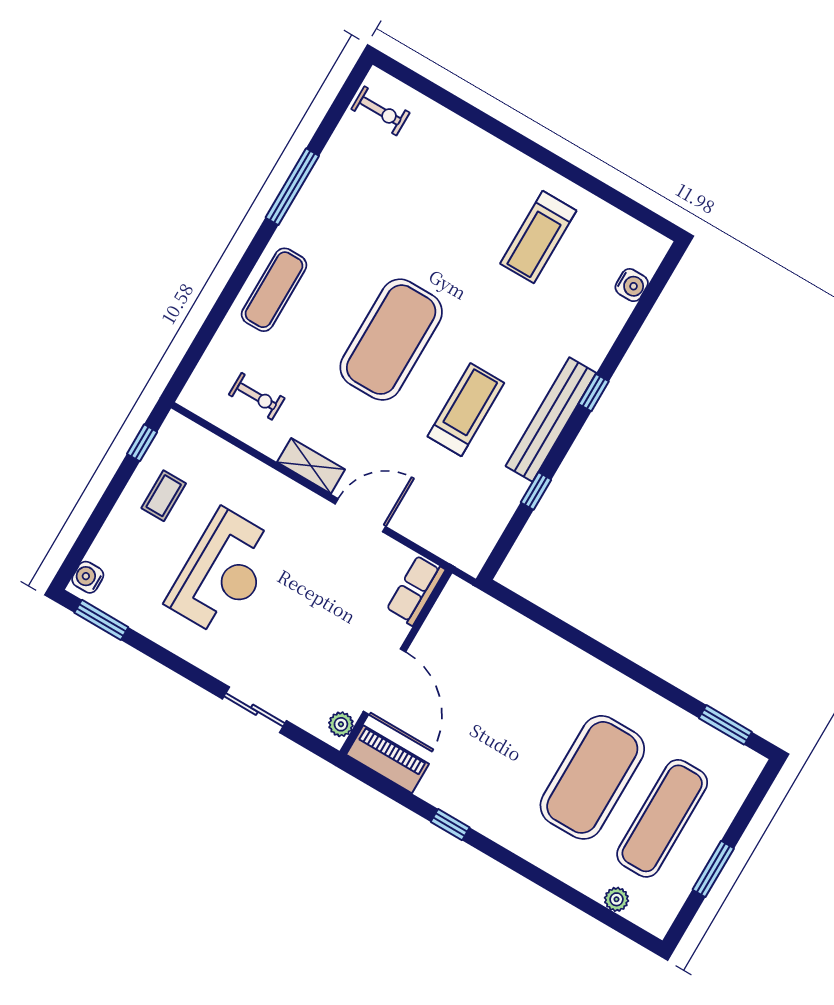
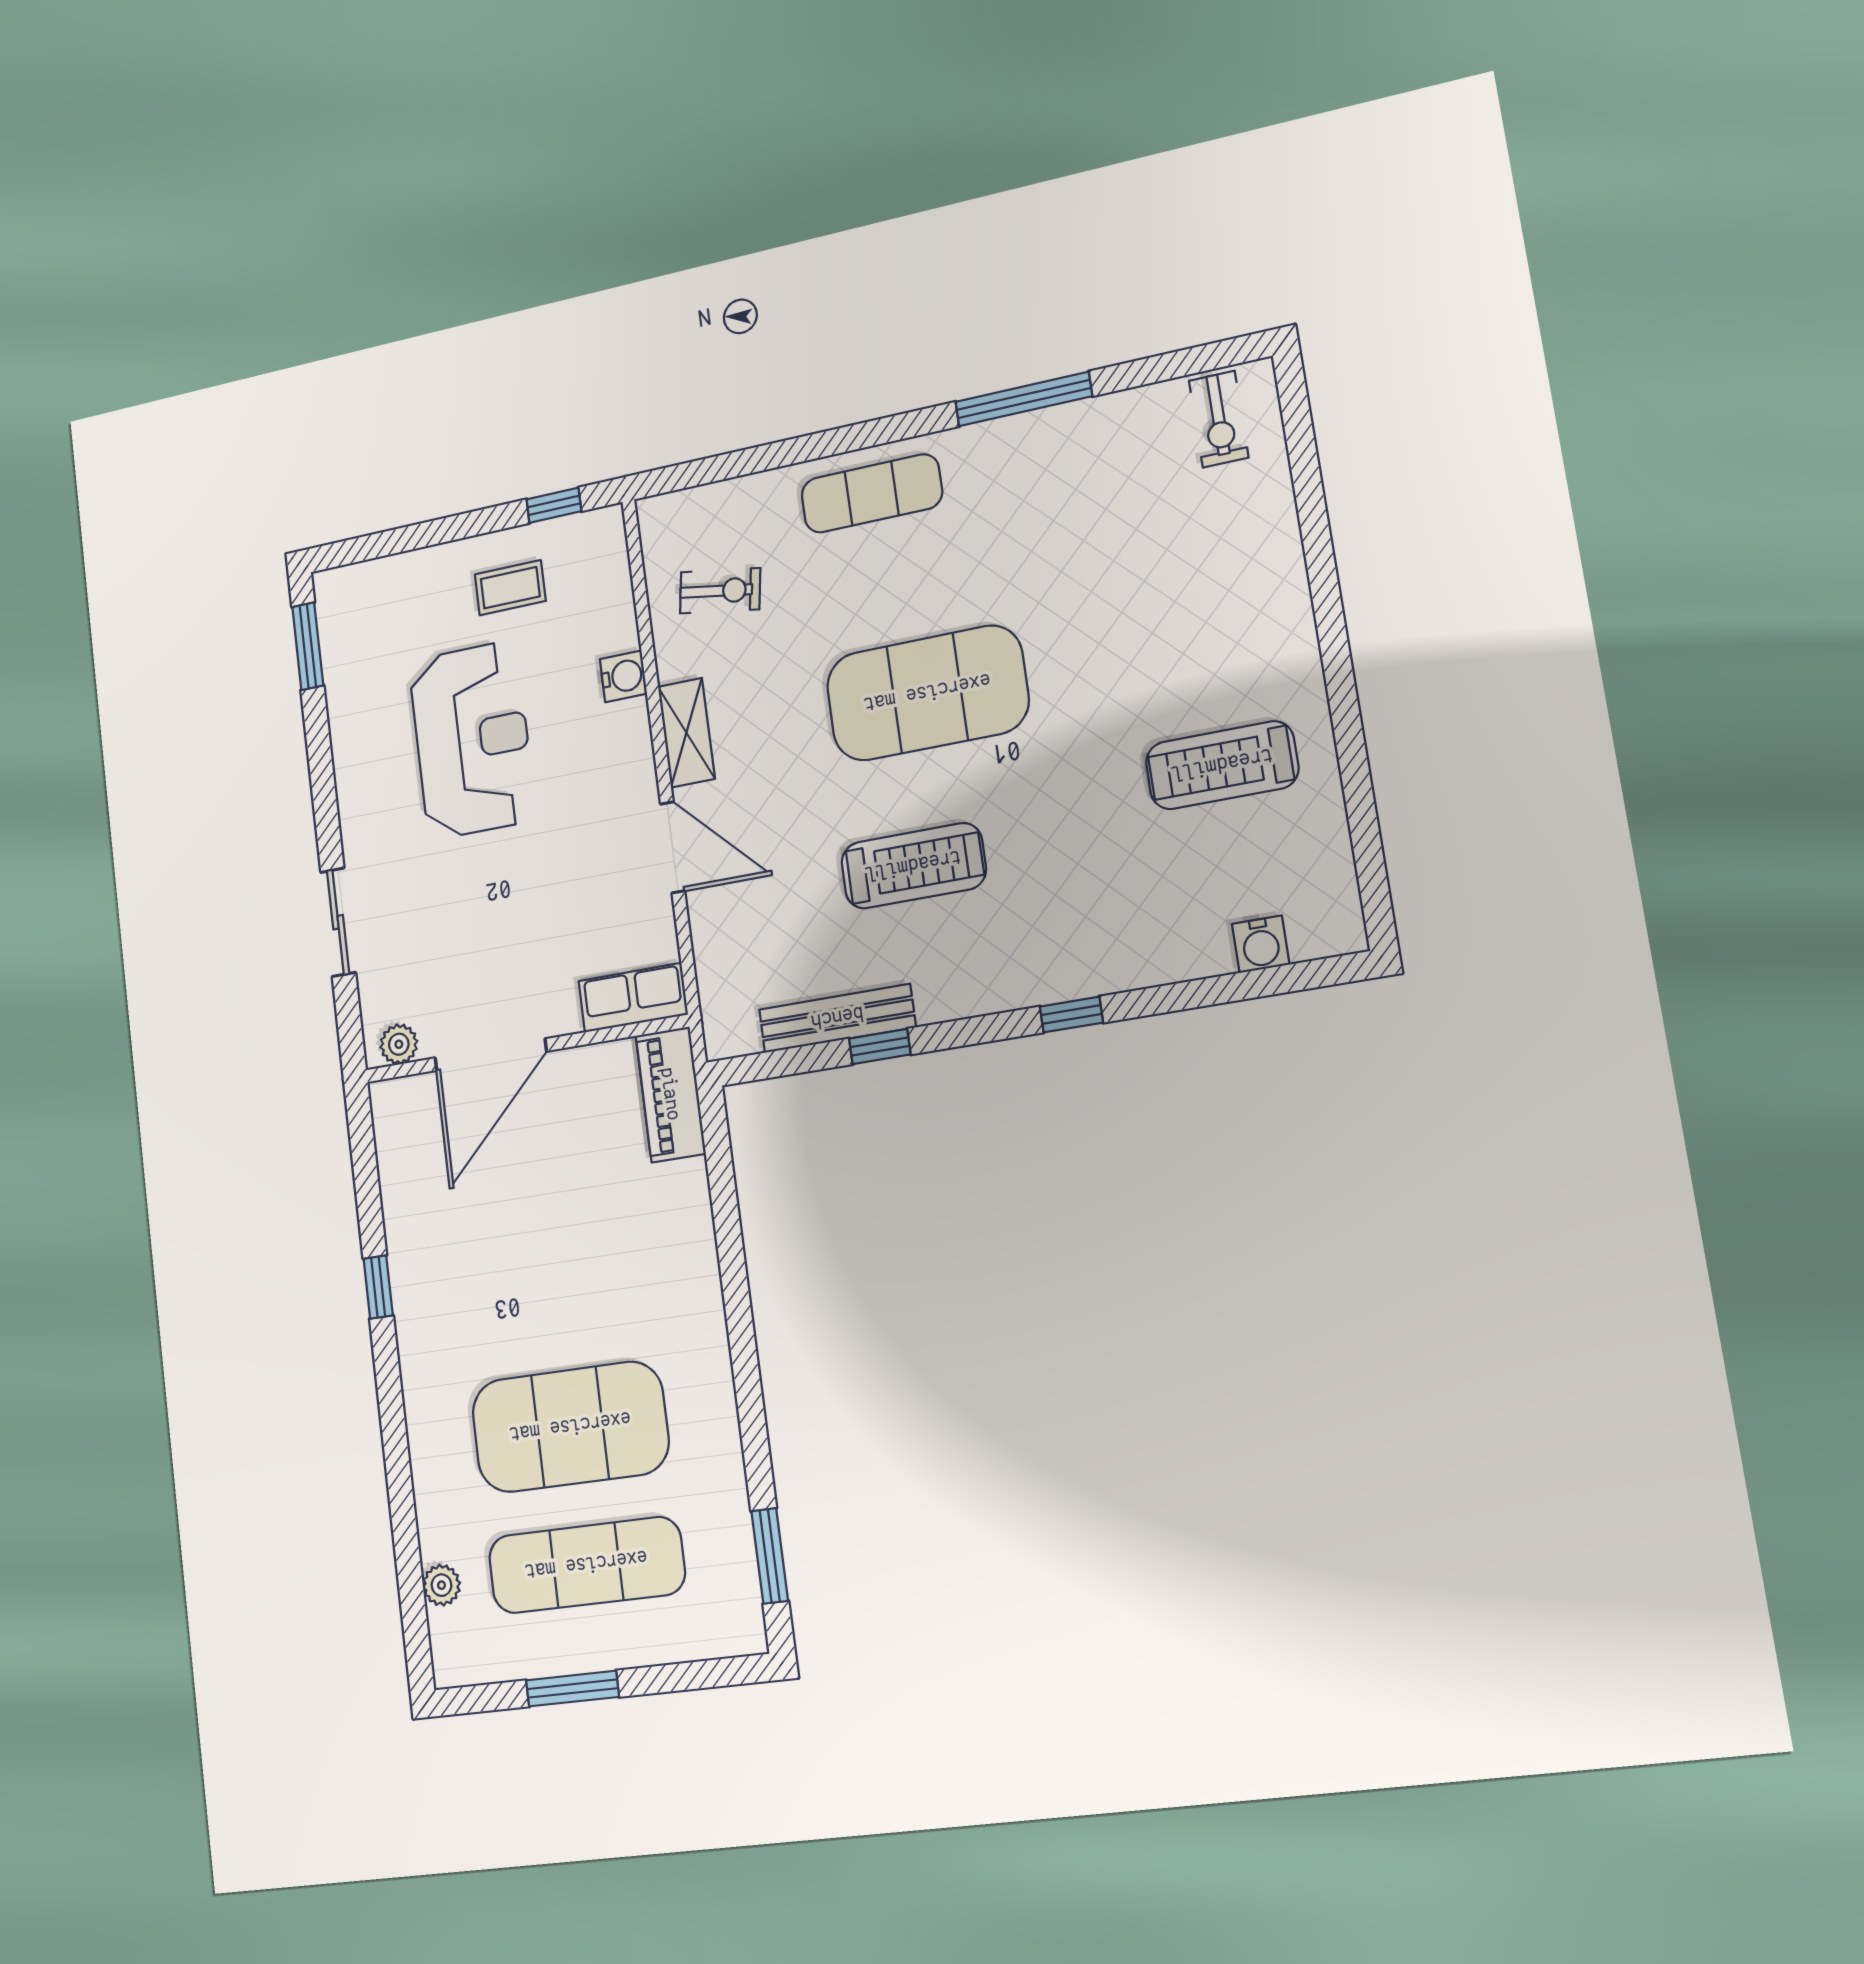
exercise bike: (257, 396) -> (720, 591), turned -81
bench: (551, 419) -> (837, 1018), moved, width x0.73, depth x0.82
reception desk: (223, 573) -> (472, 740), turned -90
water cooler: (88, 577) -> (623, 676), moved, turned 90
piano: (388, 759) -> (671, 1094), moved, turned 180

